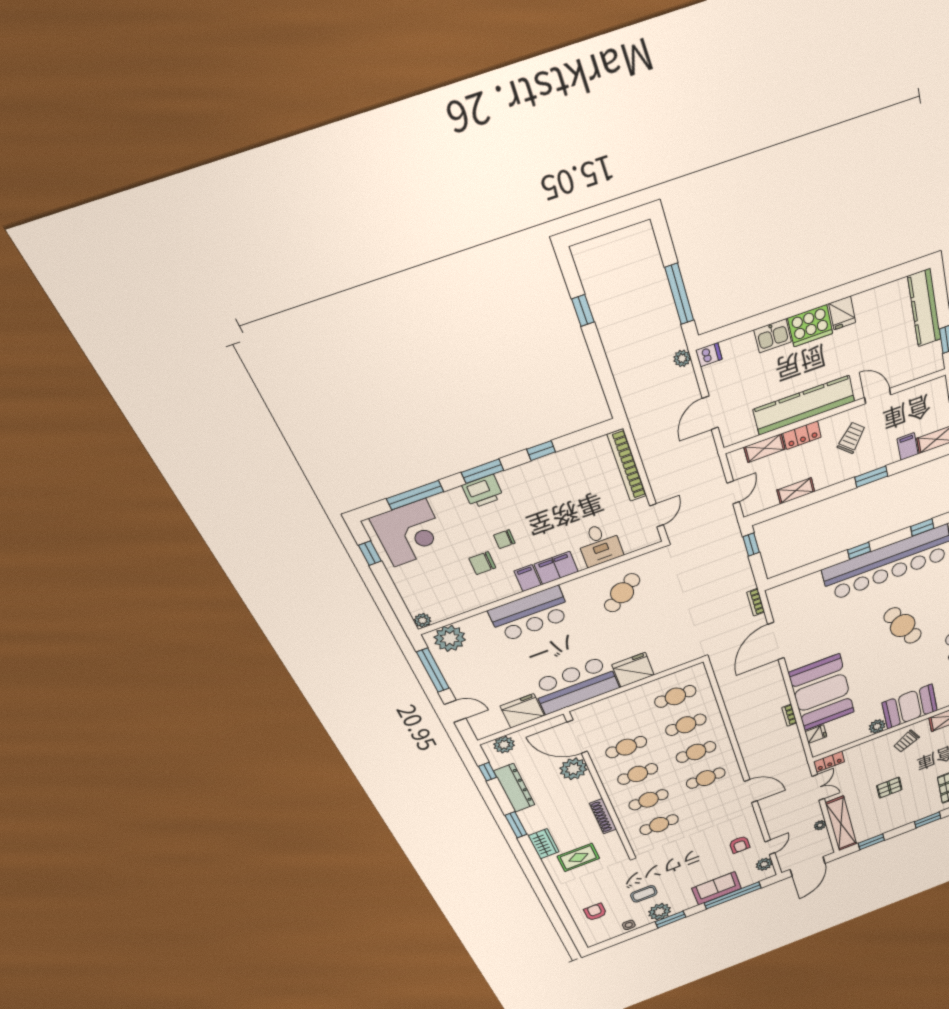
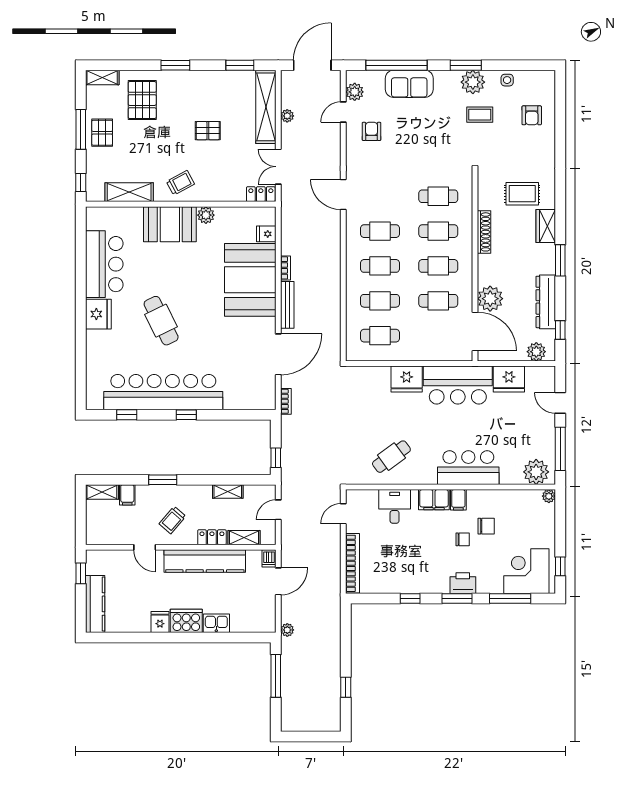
dishwasher: (709, 355) -> (269, 558), moved, turned -90
bench: (779, 686) -> (287, 305), added

